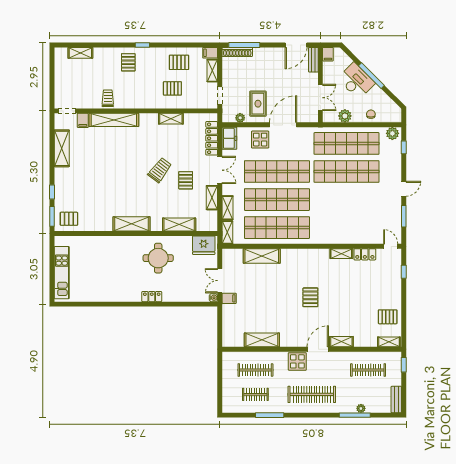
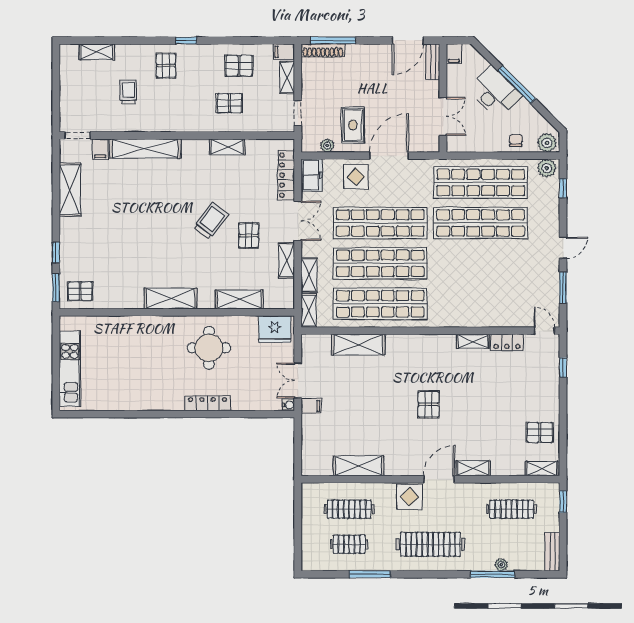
trolley: (108, 98) -> (128, 92), moved
plant: (345, 116) -> (547, 143), moved
locker: (152, 297) -> (208, 403), width x1.53

